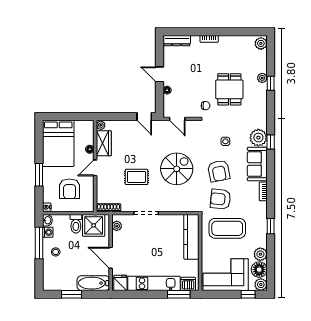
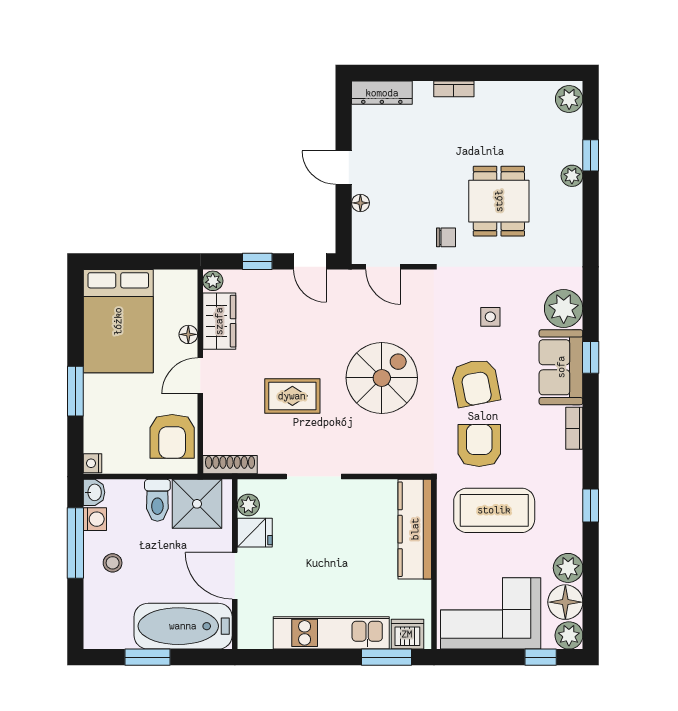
window: (271, 83) -> (591, 155), moved
window: (121, 116) -> (257, 261), added
window: (271, 142) -> (591, 357), moved
armchair: (70, 189) -> (172, 436), moved
armchair: (220, 199) -> (479, 445), turned 84
bathtub: (93, 283) -> (183, 626), width x1.36, depth x1.36
fridge: (120, 283) -> (255, 533), moved, turned 90

